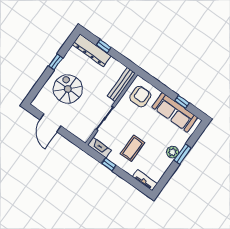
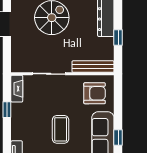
window: (104, 46) -> (118, 38), moved
coffee table: (132, 148) -> (61, 129), moved, turned 90

